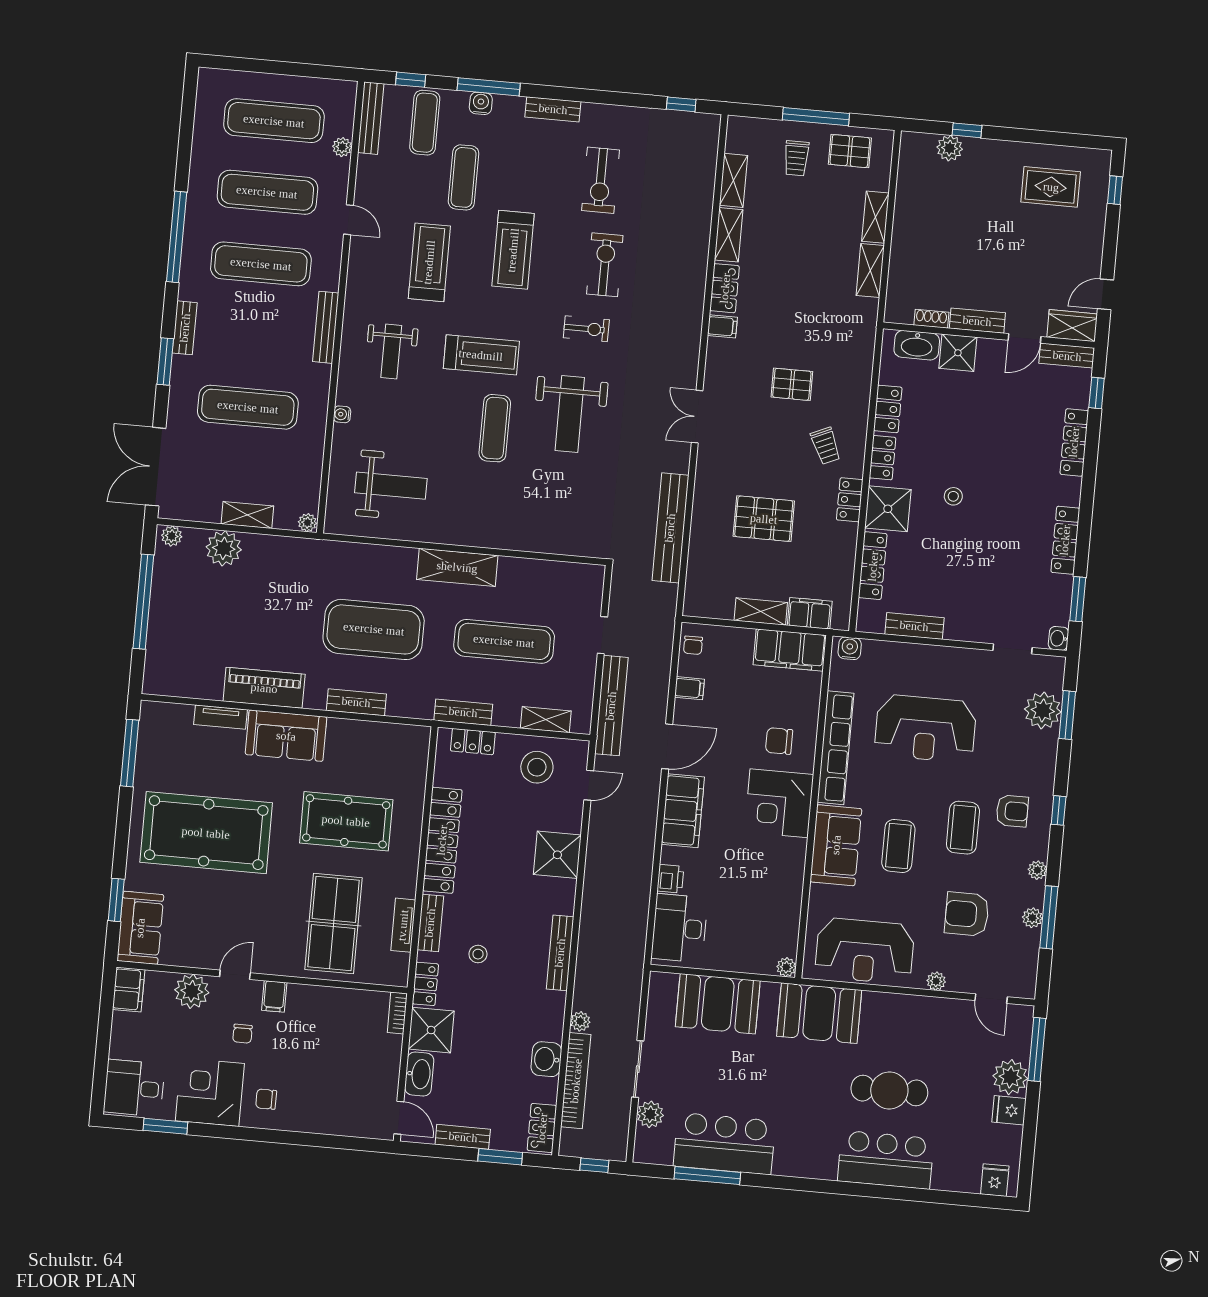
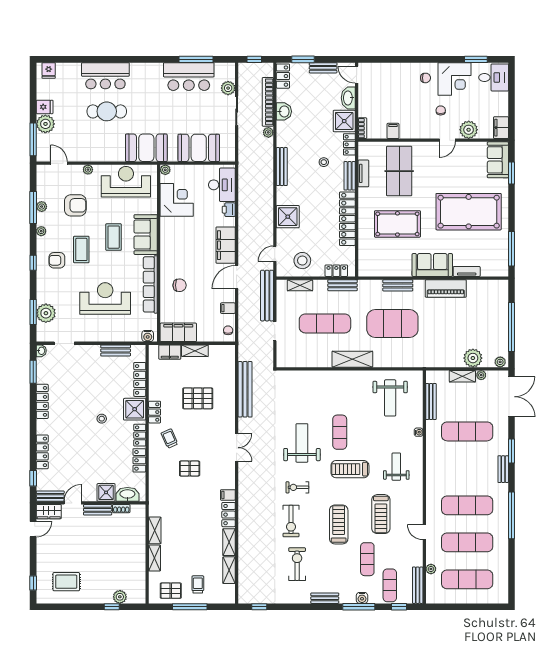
bench: (326, 327) -> (431, 402), moved
weight bench: (391, 486) -> (390, 398), turned -90
plant: (307, 523) -> (481, 375), moved
corner desk: (779, 803) -> (177, 200), moved
filing cabinet: (274, 996) -> (393, 131), moved

